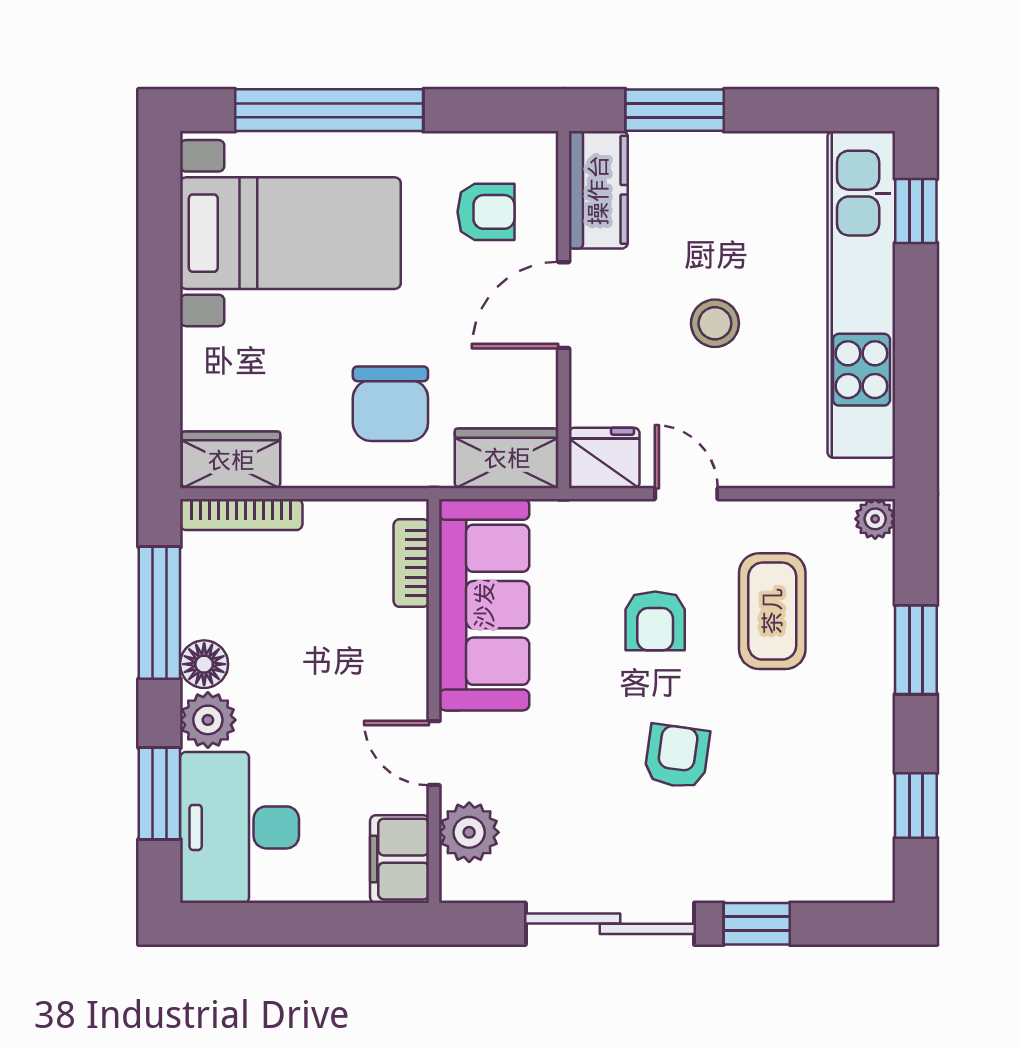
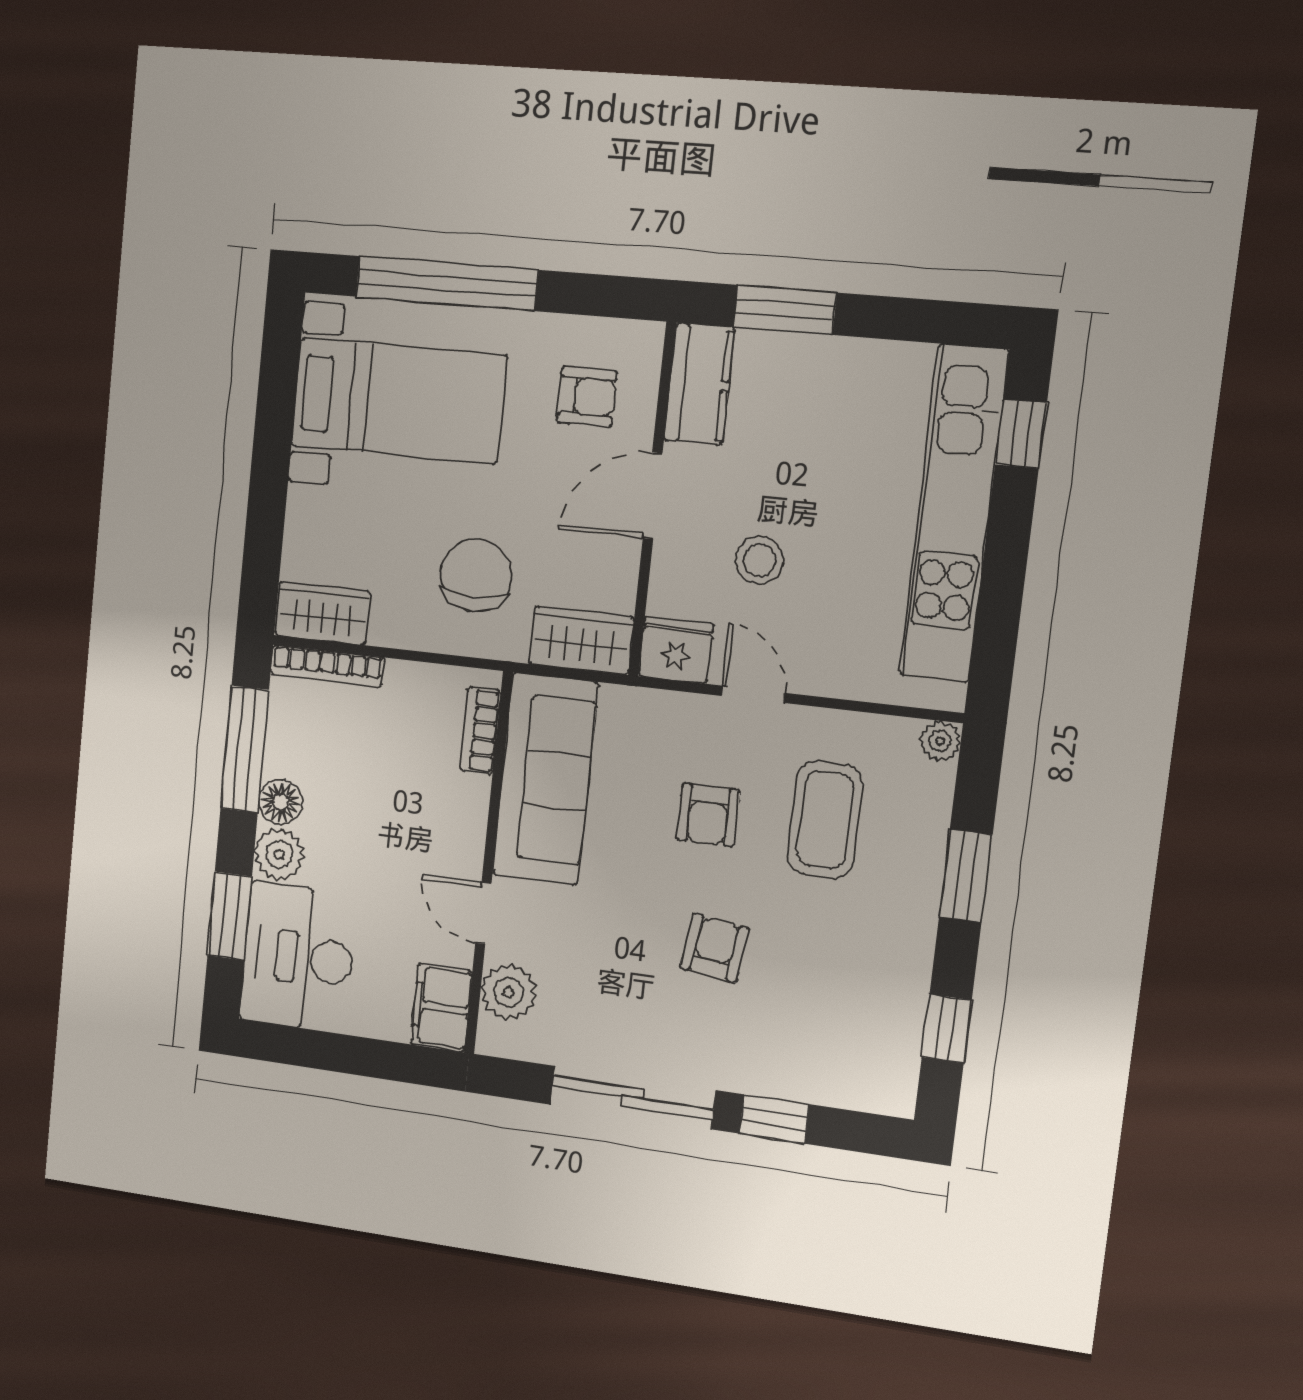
stool: (715, 323) -> (759, 560), moved
chair: (390, 404) -> (476, 575), turned 180

